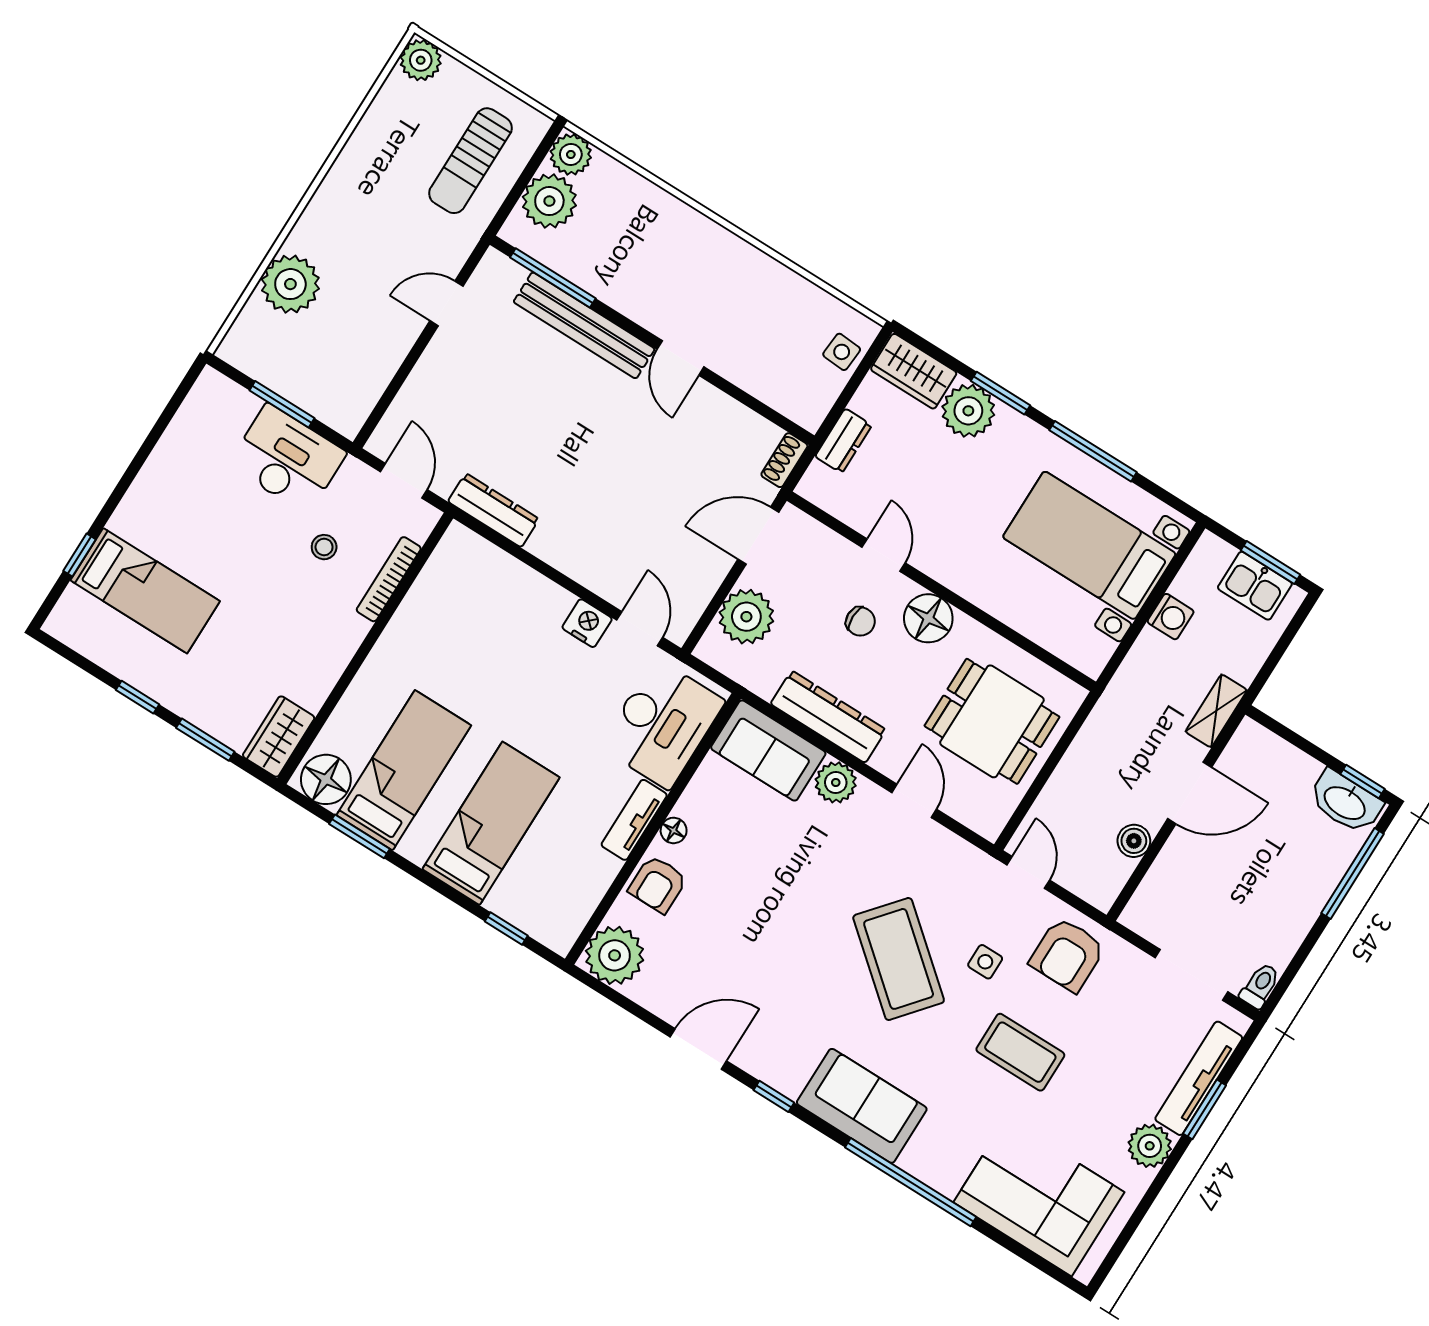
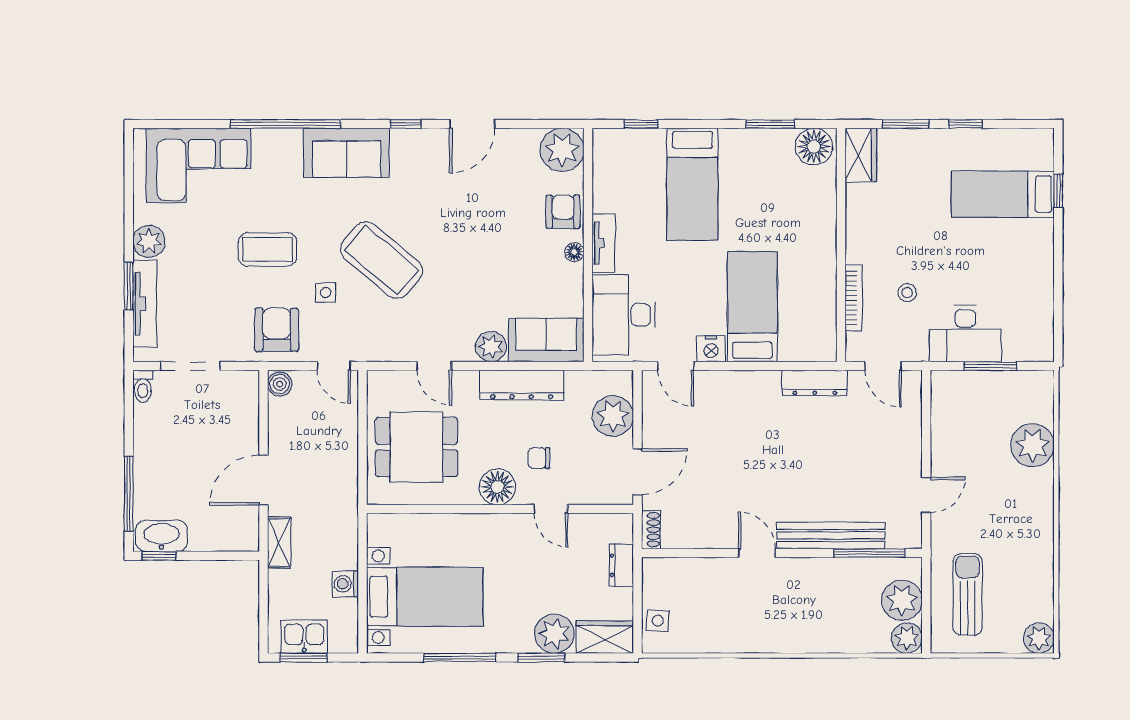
bed: (404, 770) -> (752, 307), moved, turned 180
boiler: (1134, 841) -> (280, 384), moved

